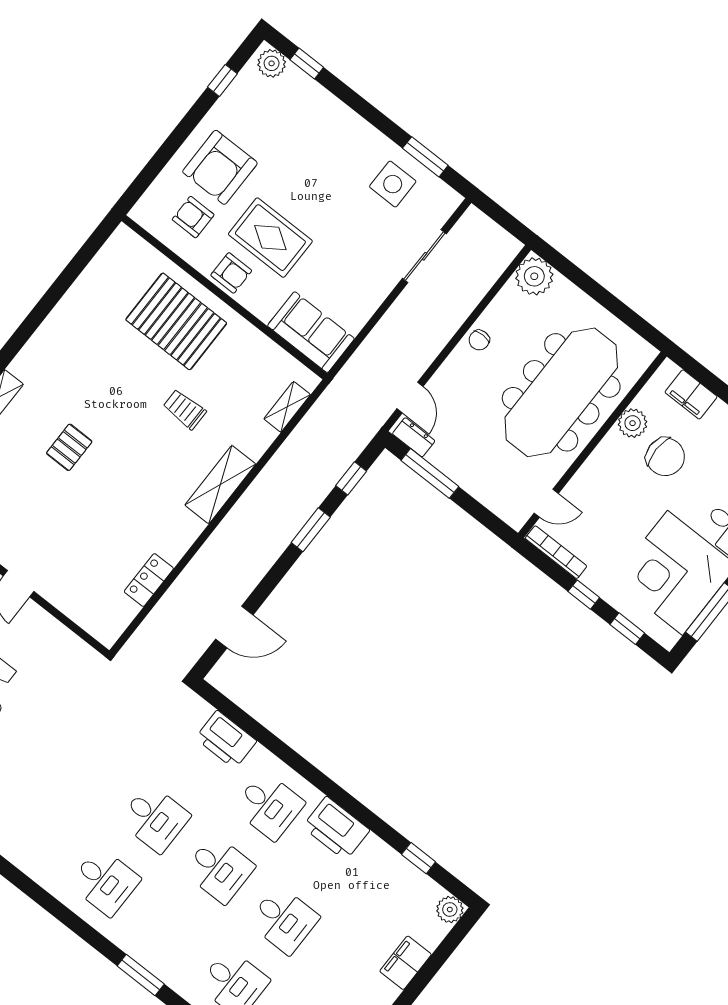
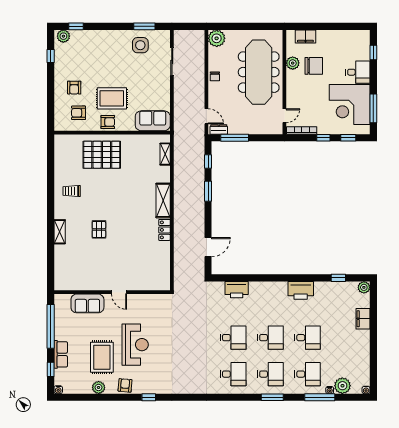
armchair: (220, 167) -> (74, 88), width x0.53, depth x0.53
trolley: (184, 409) -> (72, 191), moved
locker: (149, 580) -> (164, 230), moved
desk: (269, 806) -> (270, 374), moved

